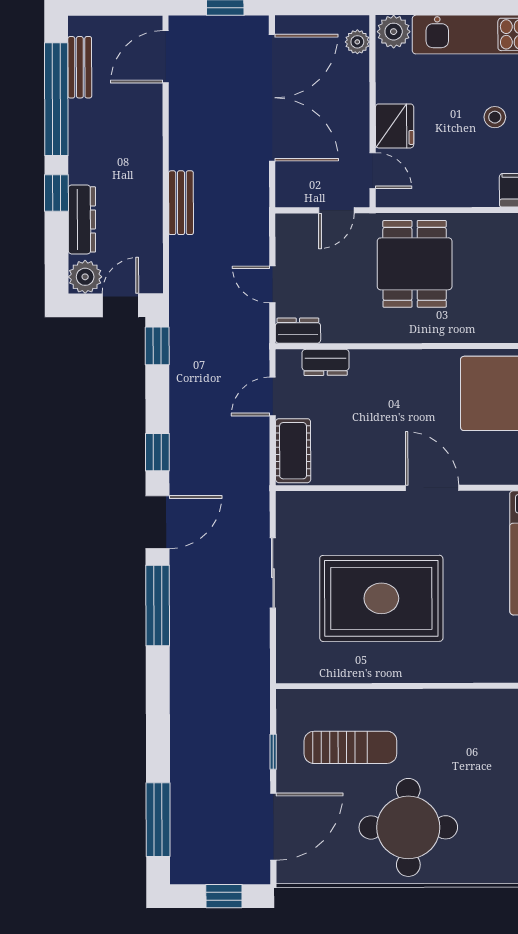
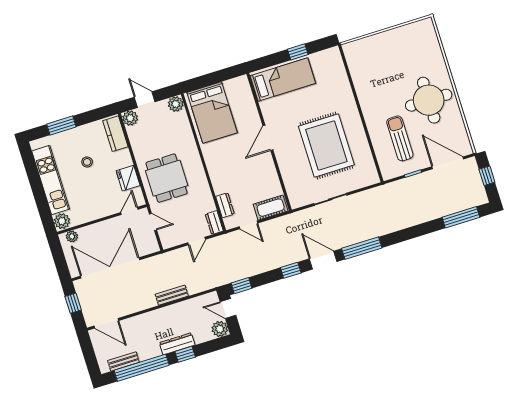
fridge: (395, 126) -> (128, 178), moved, turned -90
dresser: (82, 219) -> (177, 344), moved
dining table: (415, 264) -> (167, 178), turned 90

